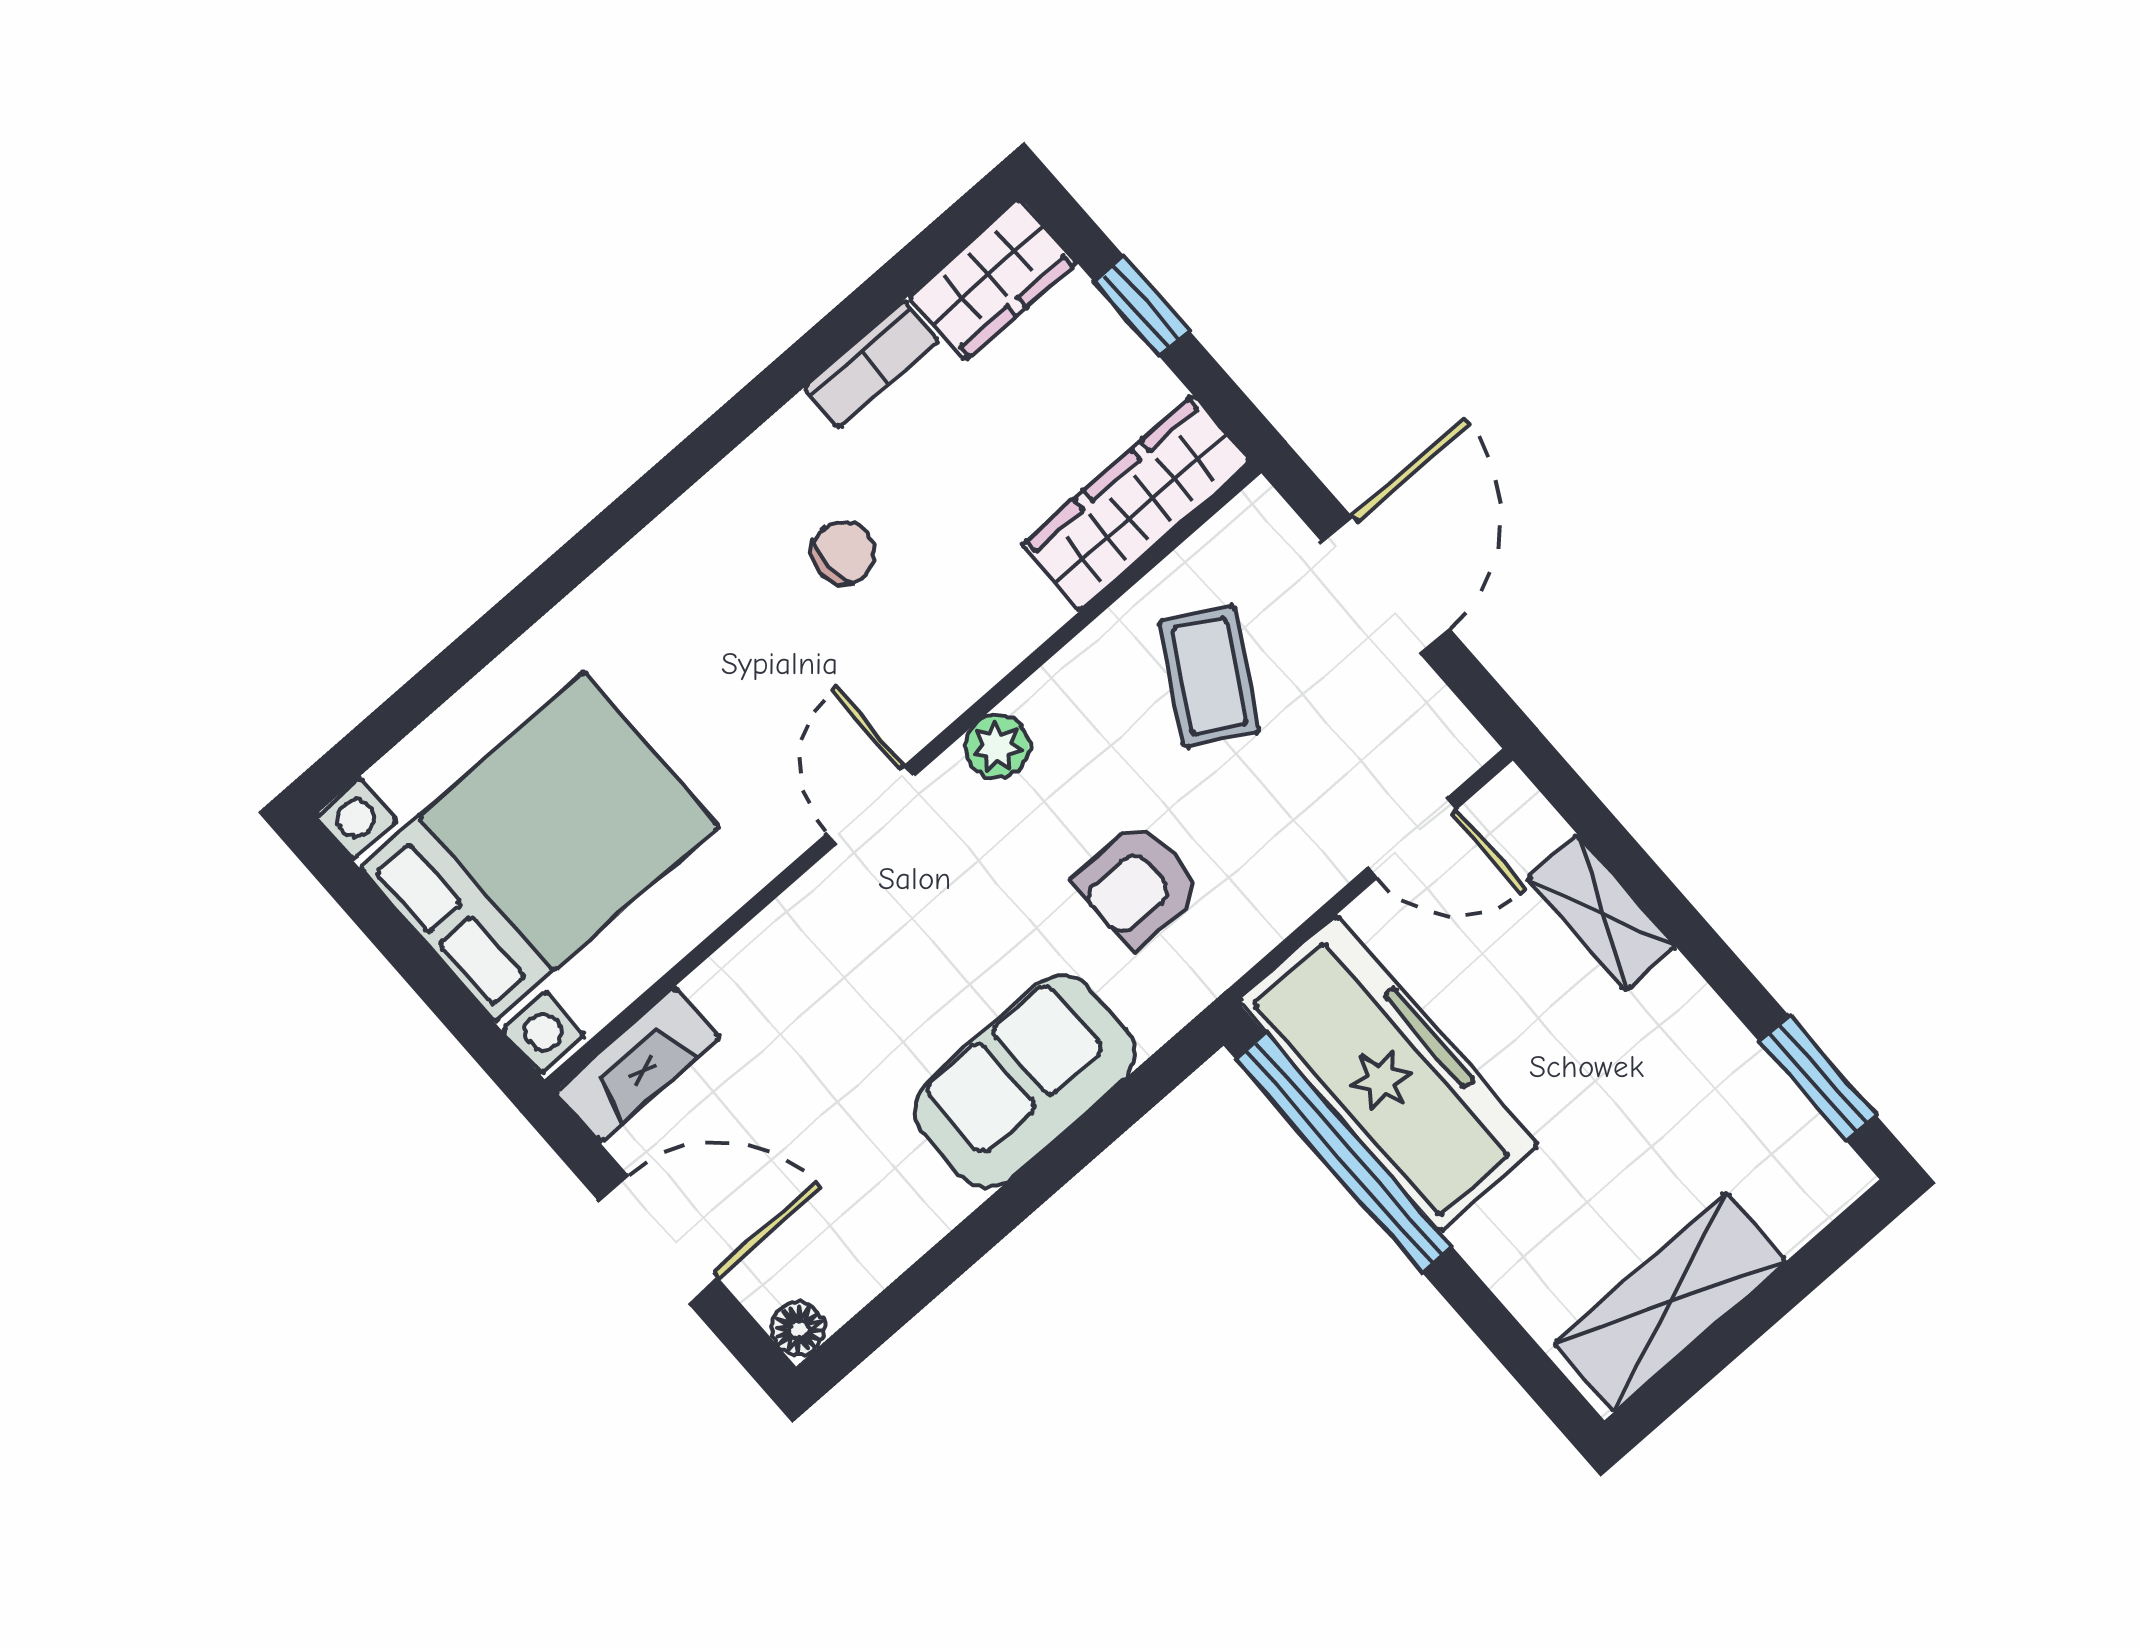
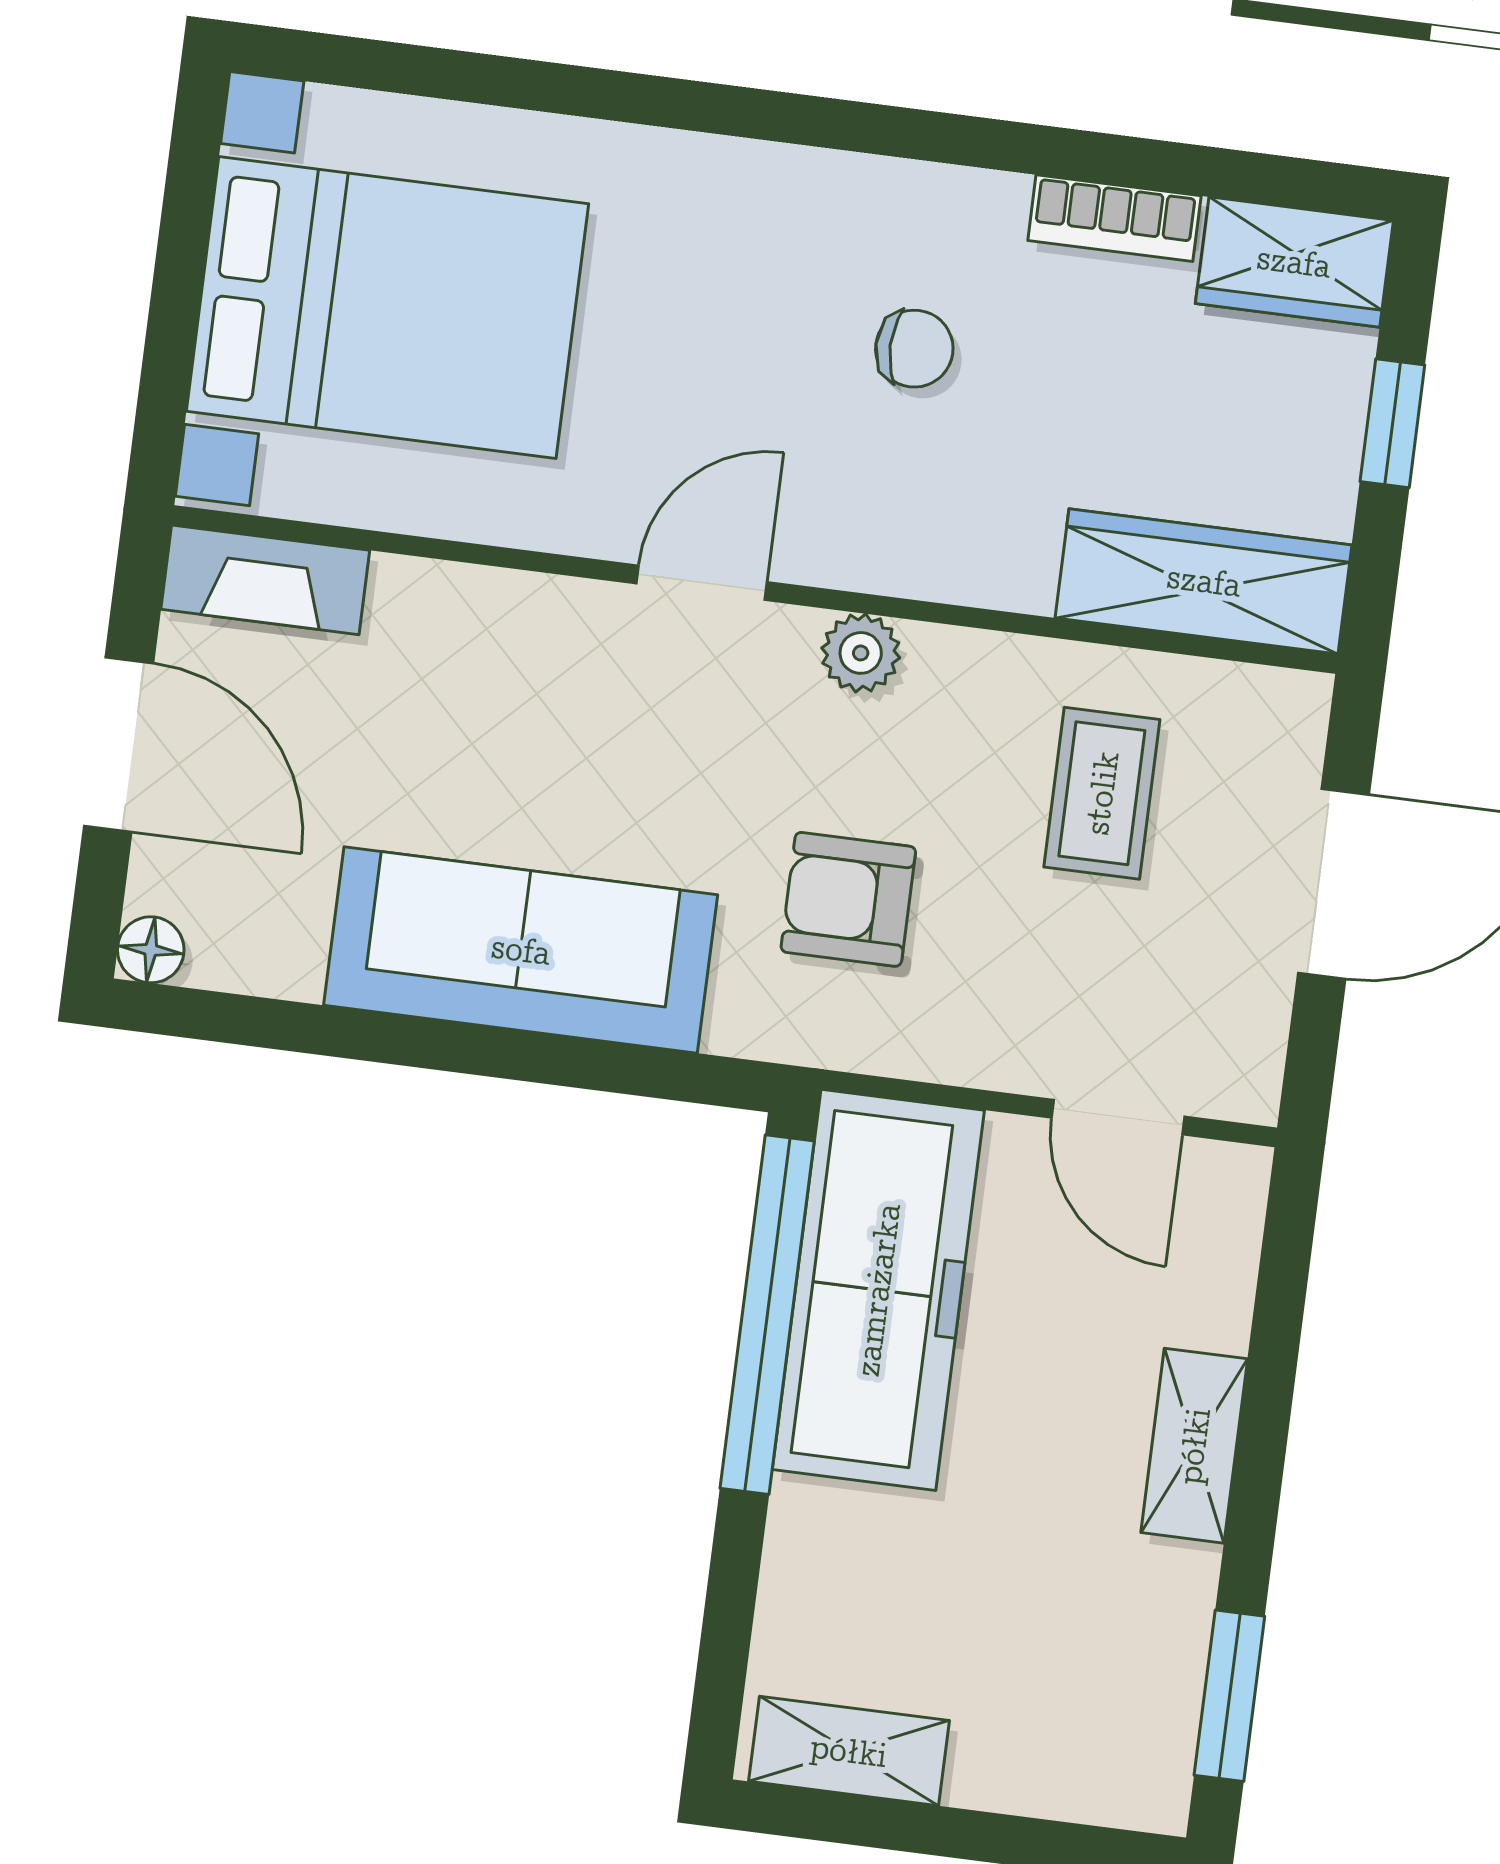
coffee table: (1209, 676) -> (1102, 793), turned -30
shelving: (1601, 912) -> (1194, 1446), moved
sofa: (1025, 1081) -> (521, 950), width x1.36
shelving: (1670, 1302) -> (849, 1751), width x0.67, depth x0.75

